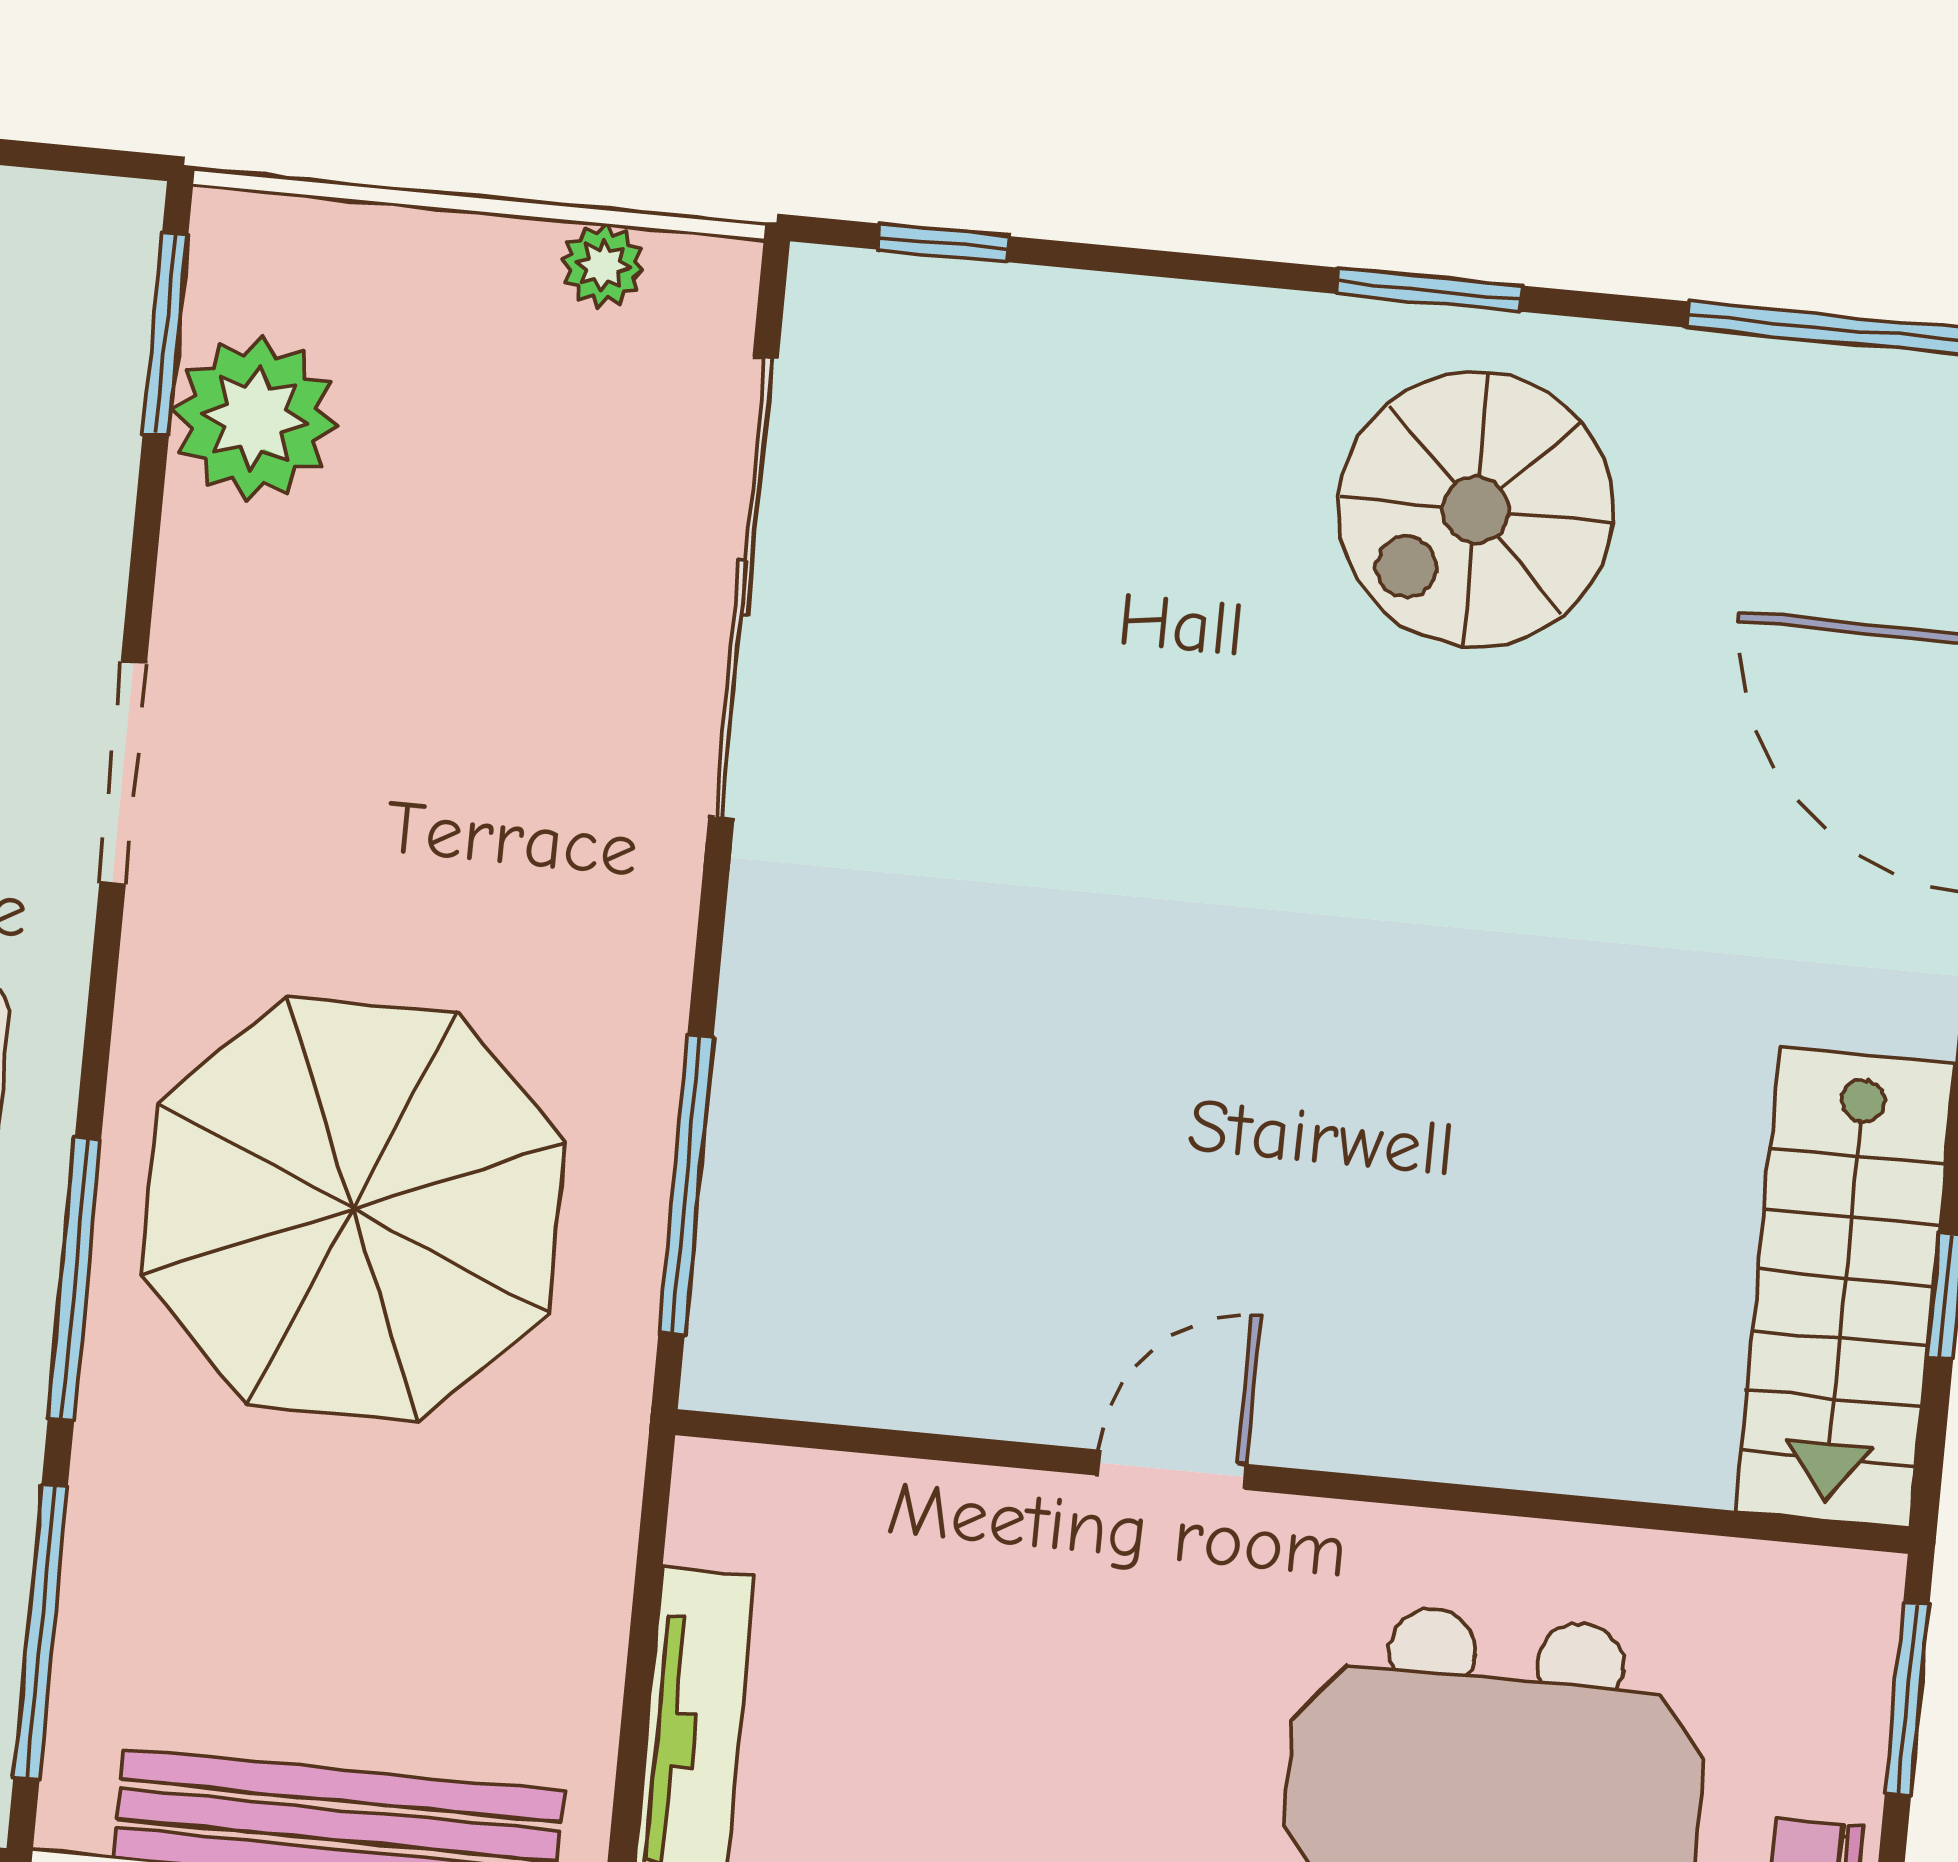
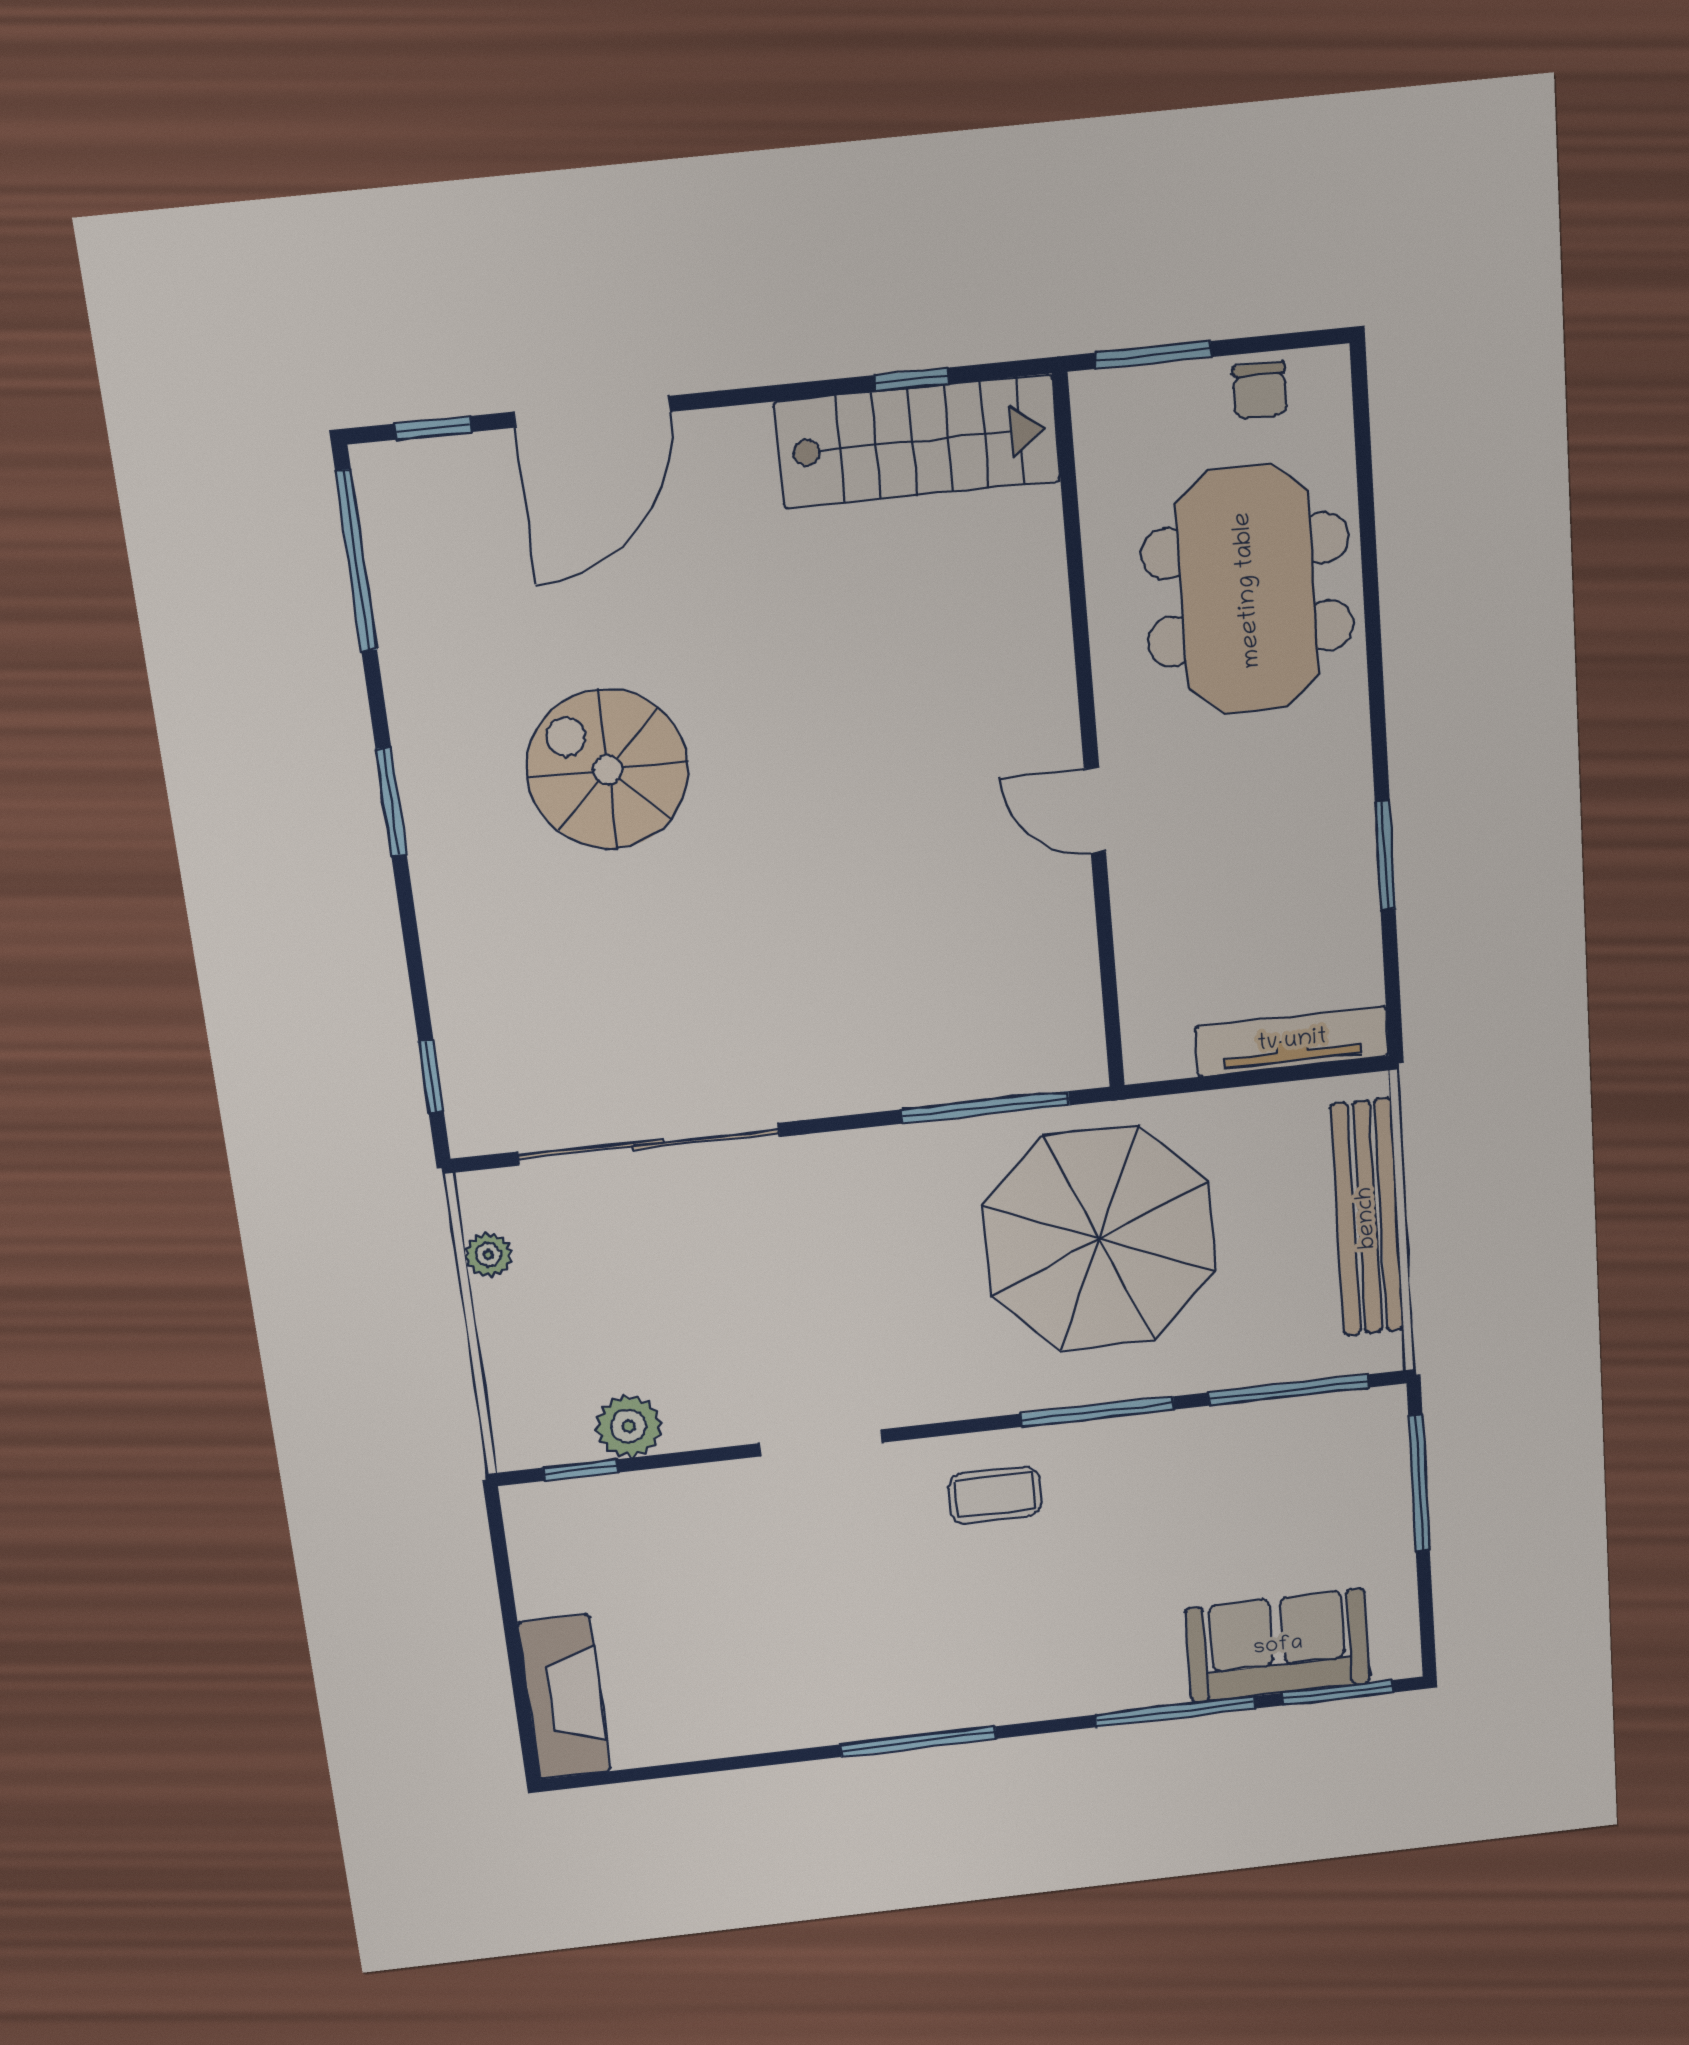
window: (165, 334) -> (580, 1470), width x0.67
plant: (254, 418) -> (629, 1426), width x0.73, depth x0.73
spiral stairs: (1476, 510) -> (608, 770), moved, turned 180
parasol: (352, 1209) -> (1099, 1239), moved

